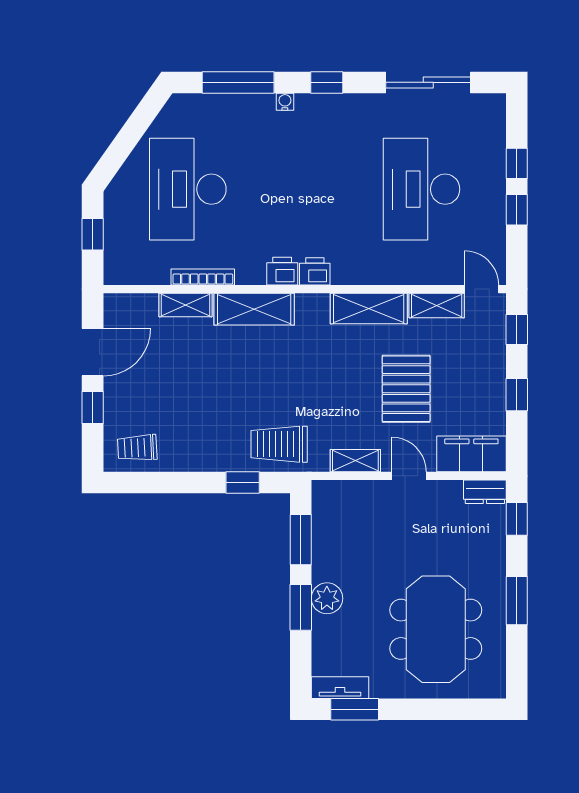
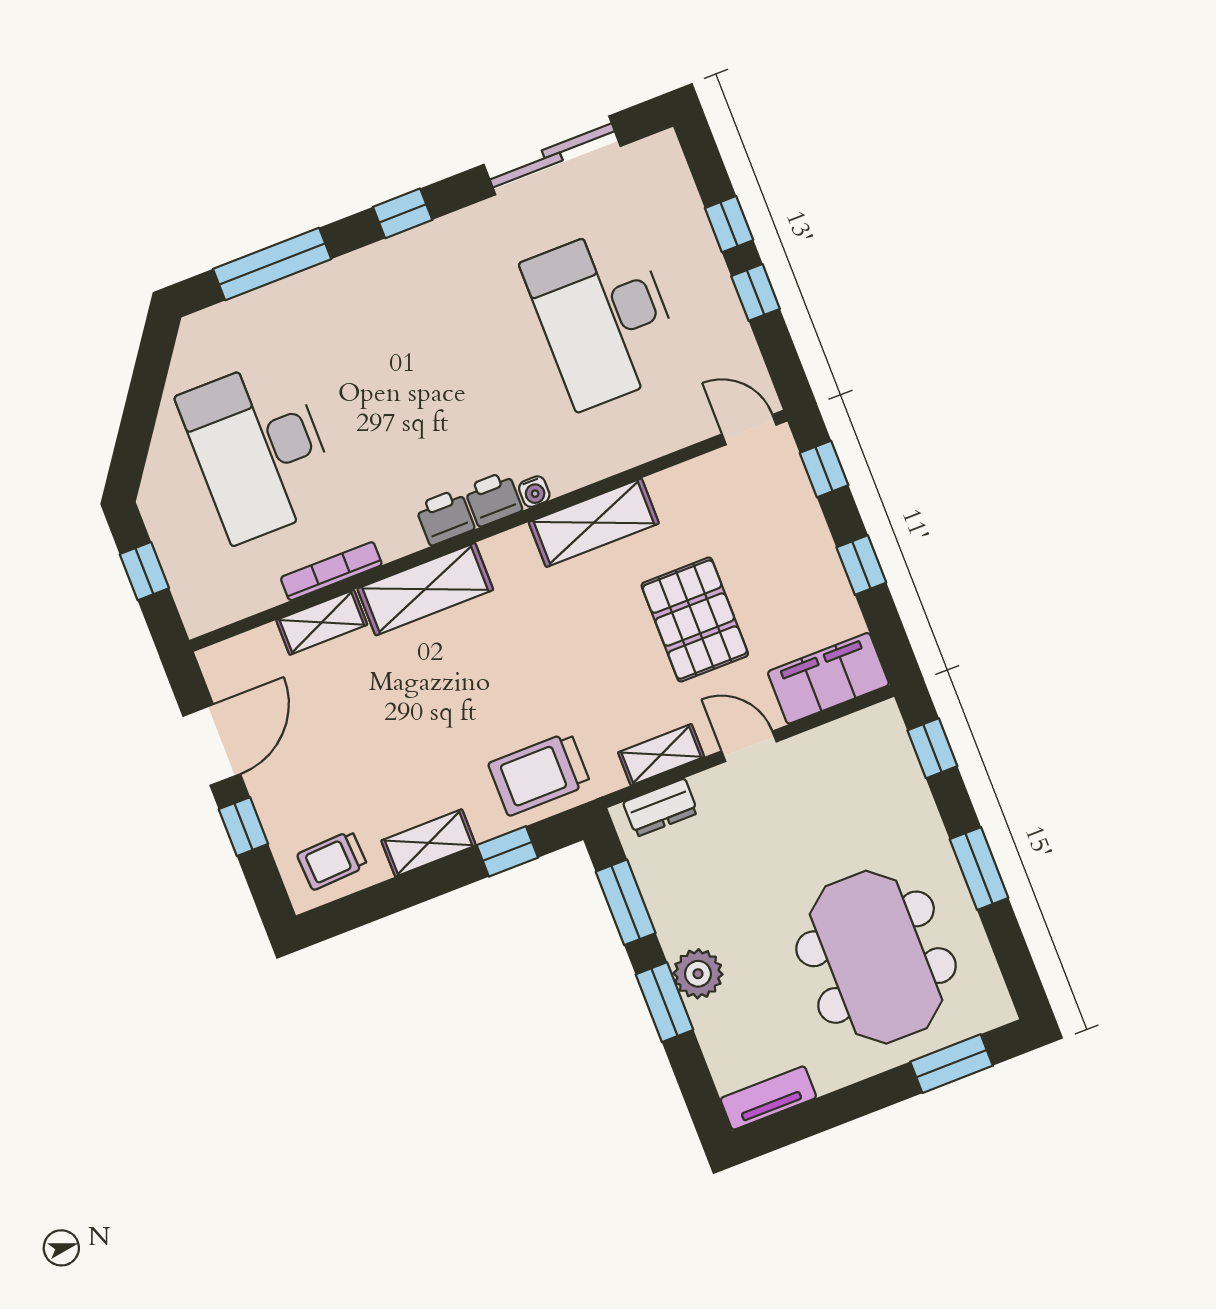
water cooler: (285, 102) -> (534, 492), moved, turned 180
shelving: (437, 306) -> (429, 843), moved
dresser: (485, 492) -> (661, 808), moved
window: (355, 709) -> (951, 1064), moved

